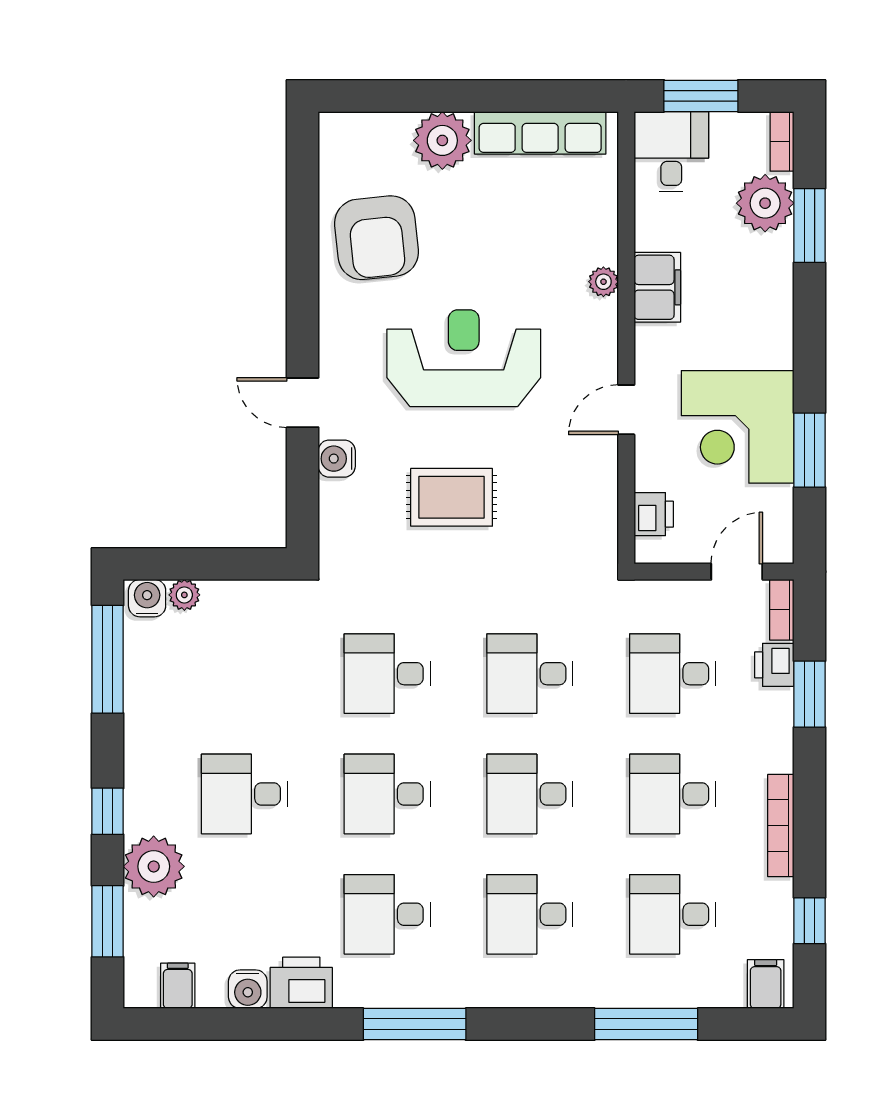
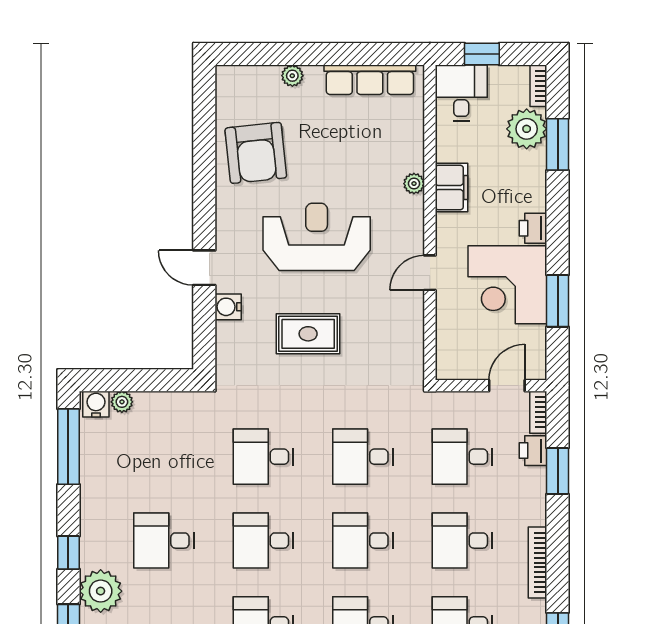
window: (701, 96) -> (482, 54), width x0.67
plant: (442, 140) -> (292, 76), width x0.53, depth x0.53
printer: (654, 514) -> (533, 228), moved, turned 180

